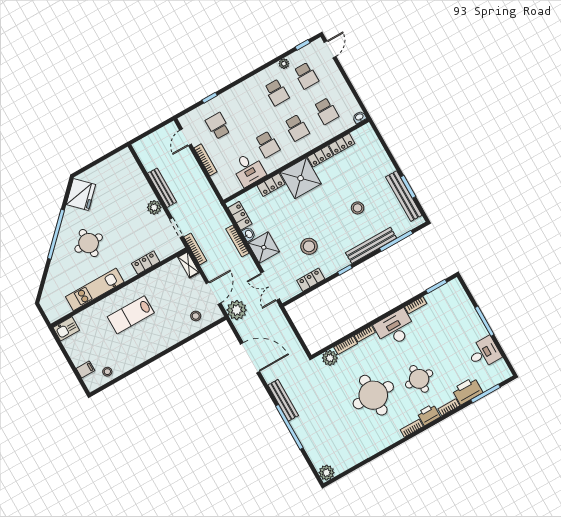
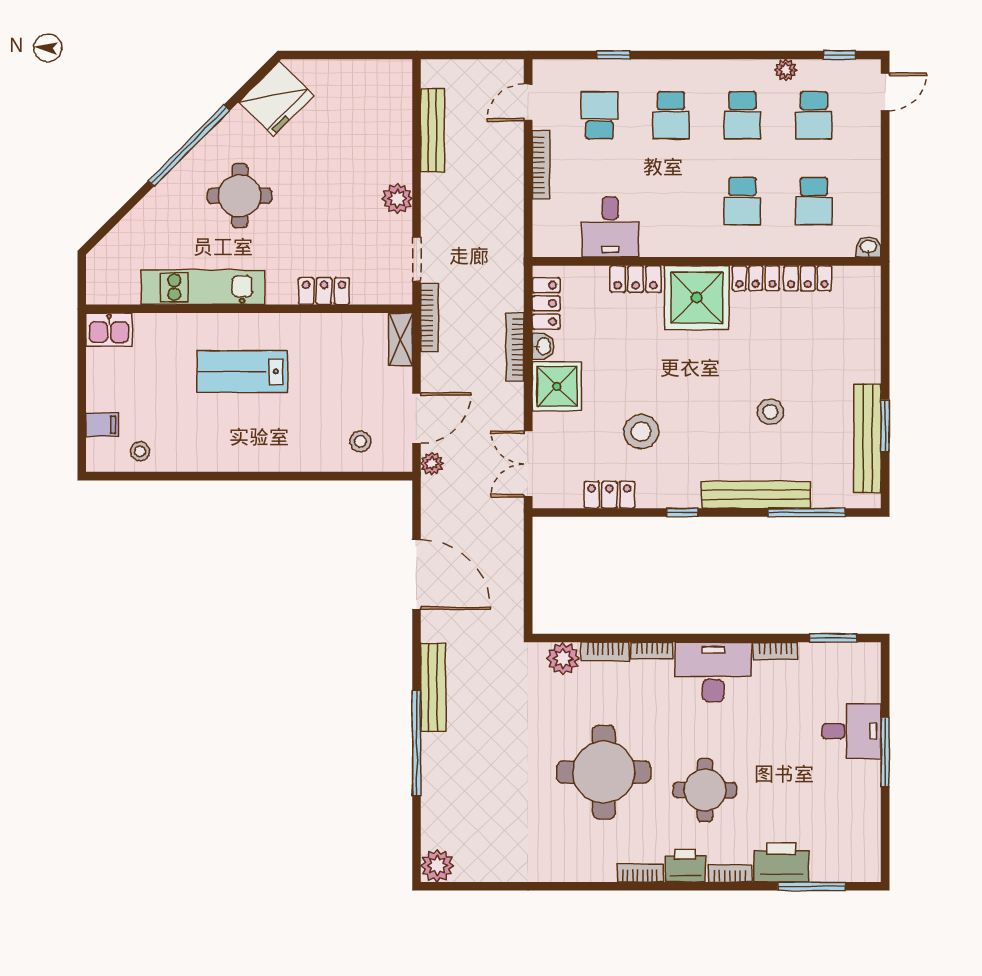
school desk: (267, 144) -> (671, 115), moved
bench: (162, 188) -> (432, 130), moved
plant: (237, 310) -> (432, 463), width x0.53, depth x0.53
desk: (484, 353) -> (851, 731), moved

